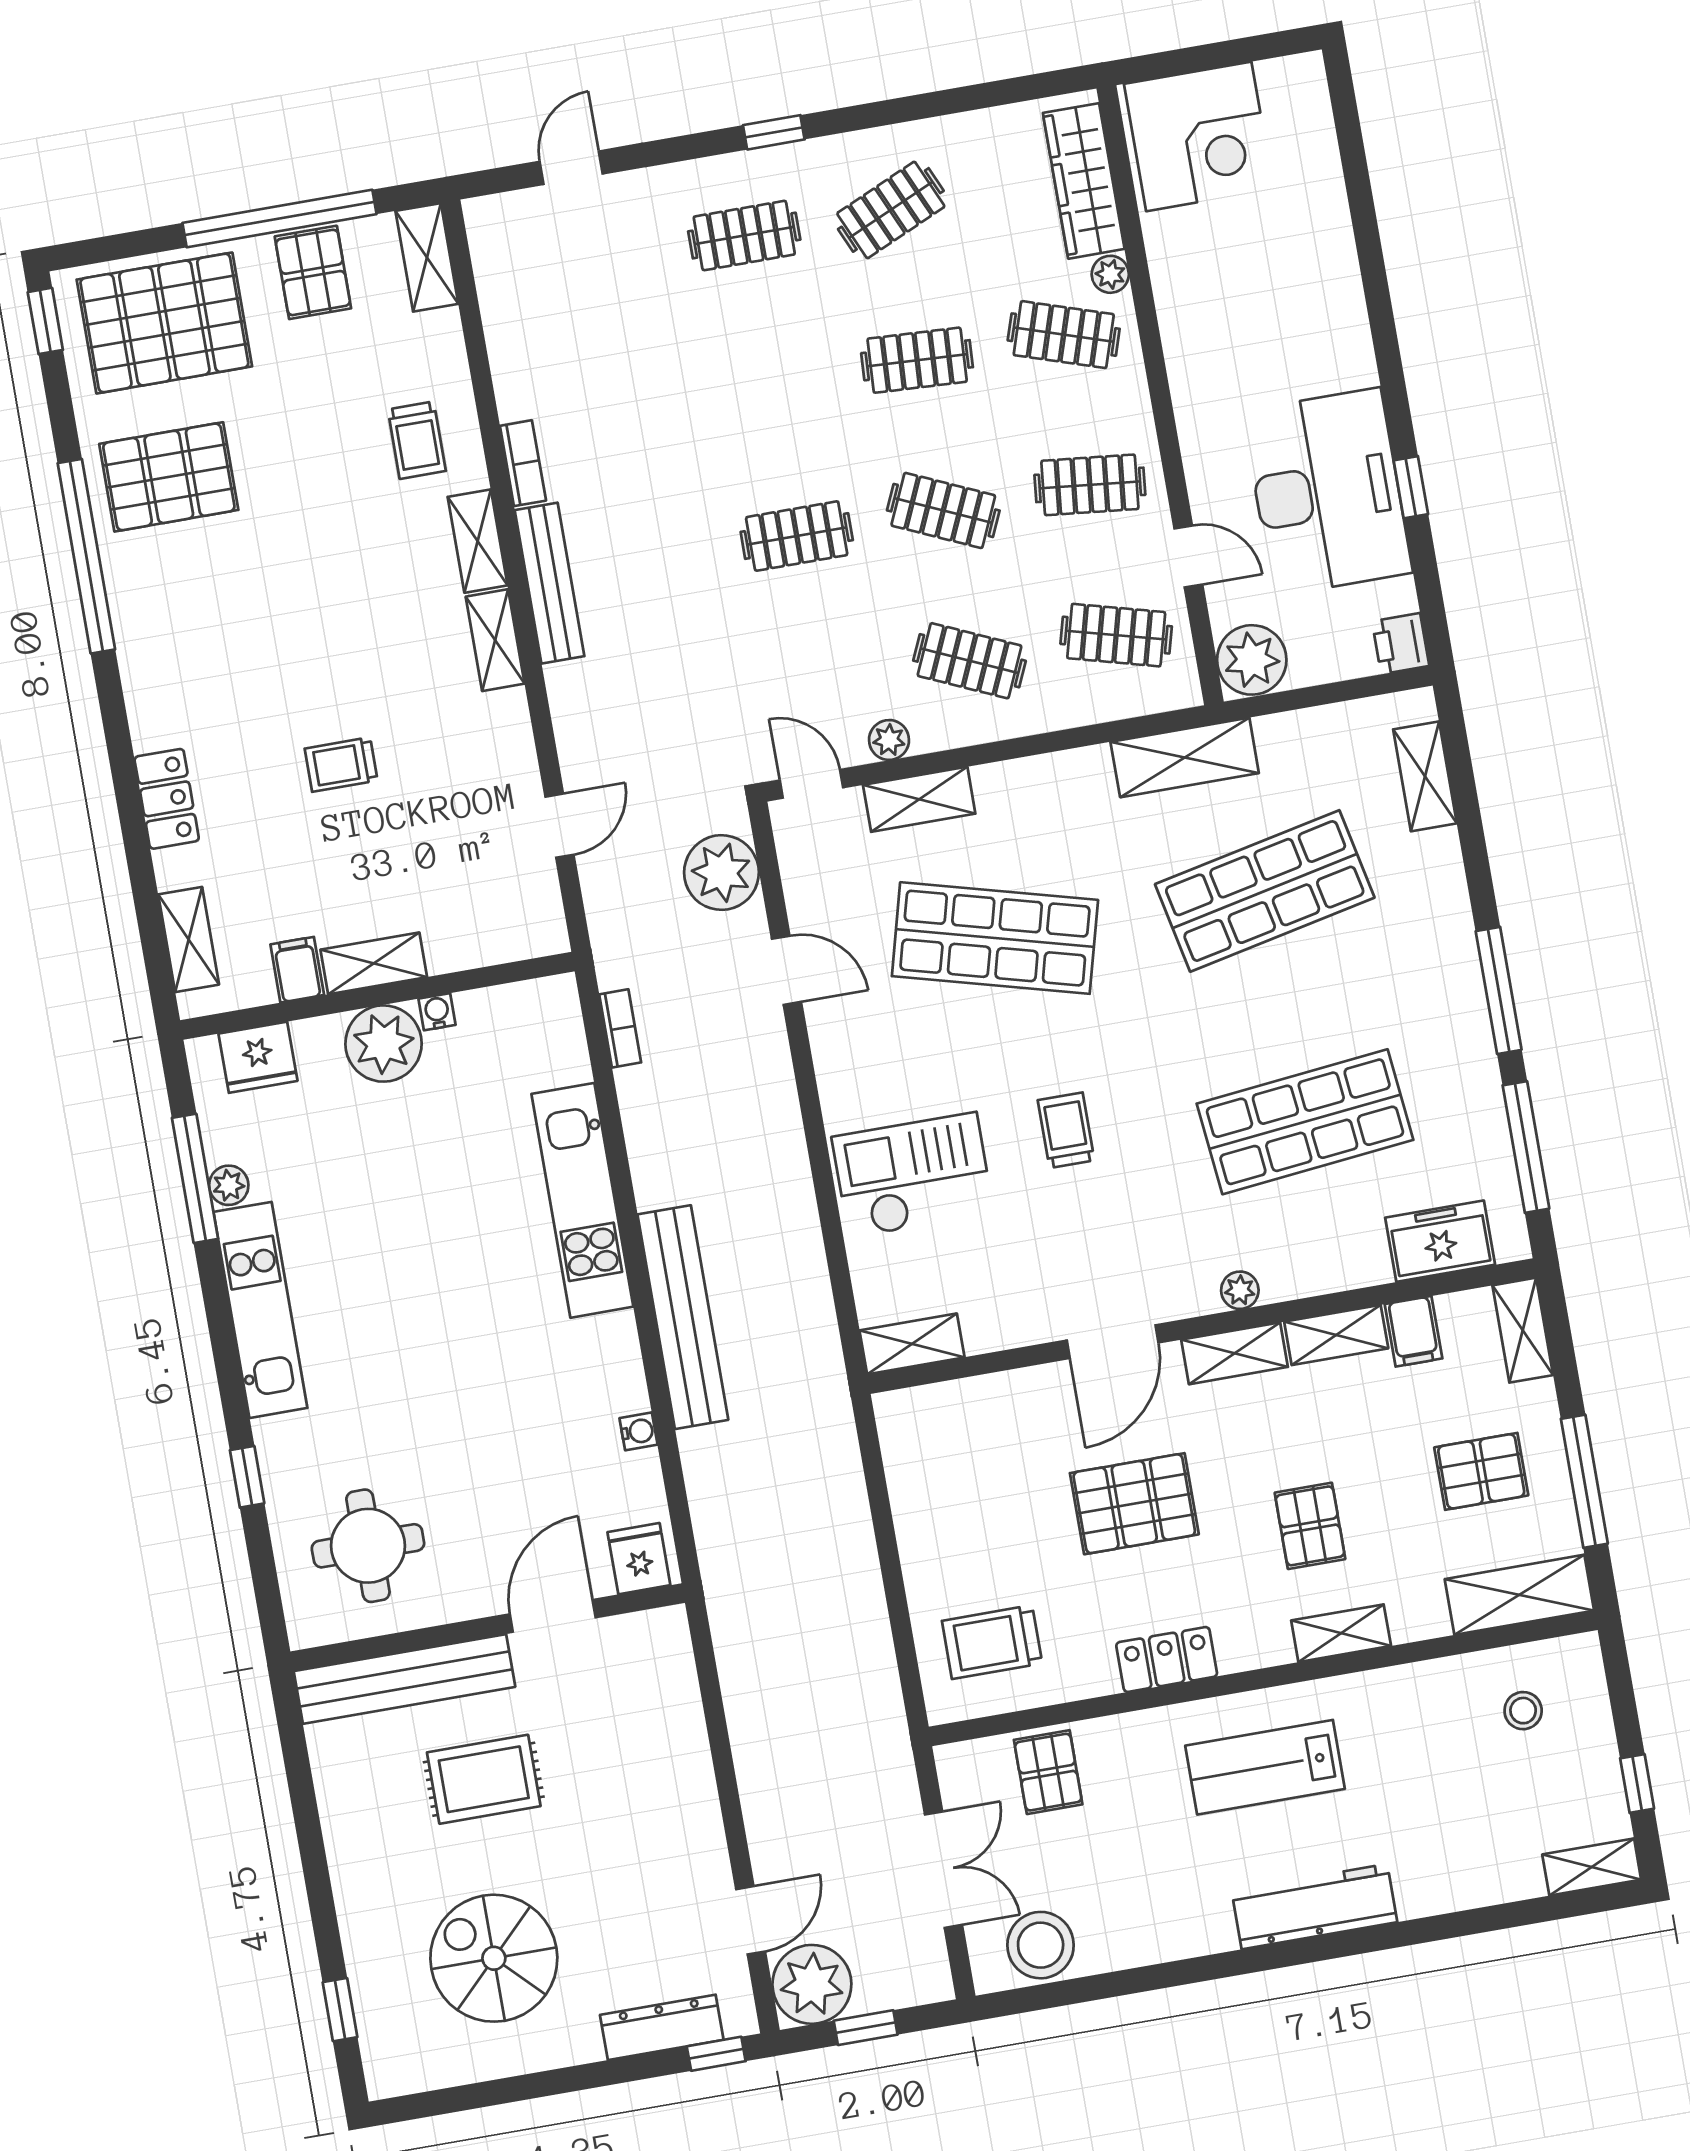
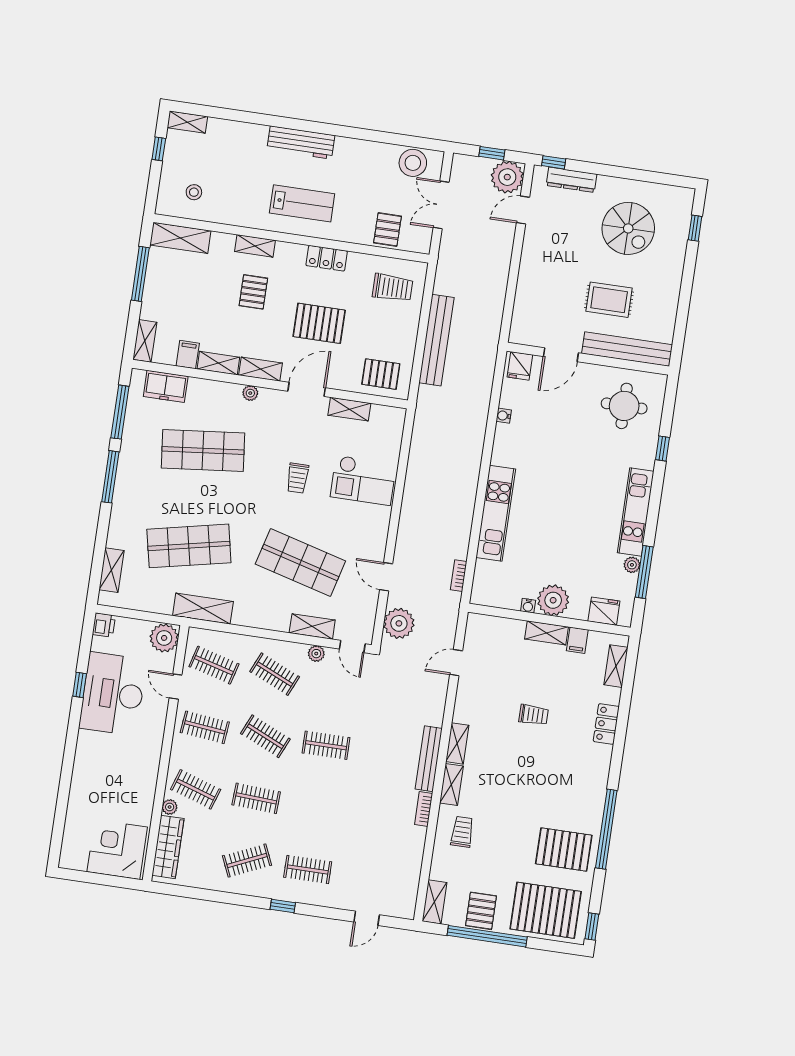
bench: (683, 1317) -> (436, 340), moved
shelving: (912, 1344) -> (349, 409), moved
pallet: (1481, 1471) -> (381, 374), moved

